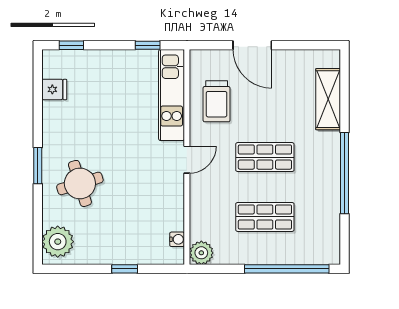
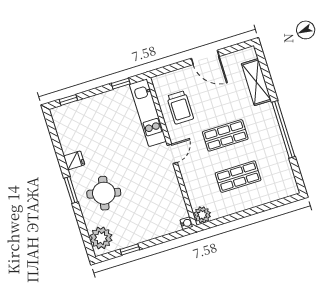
door: (252, 45) -> (205, 57), moved
fridge: (54, 89) -> (74, 160), moved
round table: (80, 183) -> (104, 193), turned 30
water cooler: (177, 239) -> (186, 223), moved
window: (125, 269) -> (130, 249), moved
window: (287, 269) -> (264, 208), removed

